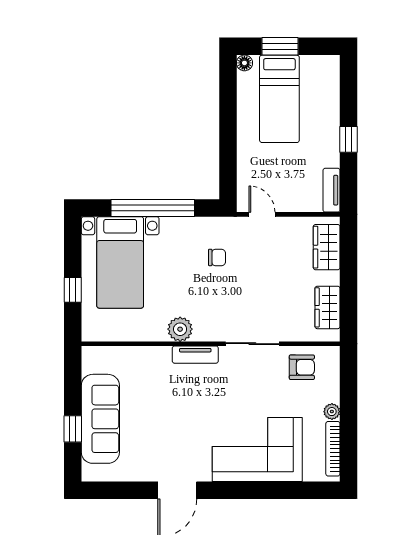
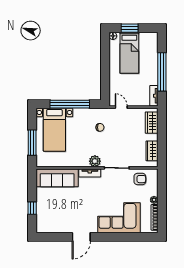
window: (349, 139) -> (162, 72), width x3.17
window: (73, 290) -> (32, 143), width x2.17
plant: (180, 329) -> (95, 161), moved
sofa: (100, 419) -> (57, 178), moved, turned 90

